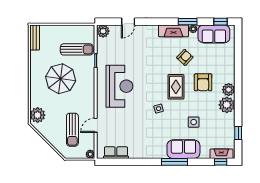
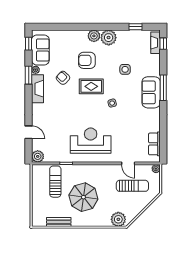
bench: (35, 37) -> (59, 222), moved
armchair: (203, 82) -> (87, 60), turned 180
sofa: (183, 149) -> (151, 92), moved

